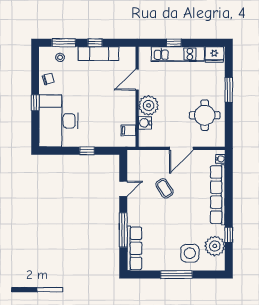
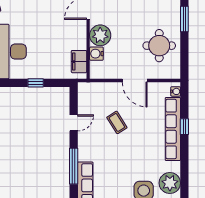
filing cabinet: (128, 130) -> (79, 62), width x2.00
door: (181, 148) -> (135, 81), hinge flipped
window: (229, 235) -> (184, 127), moved

